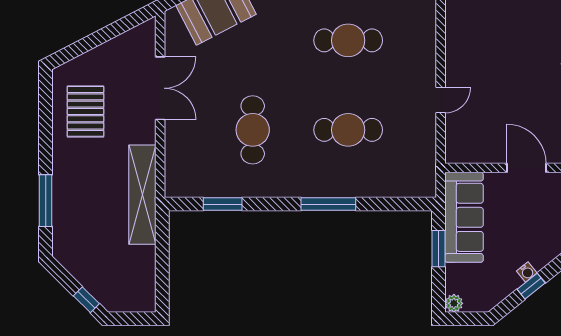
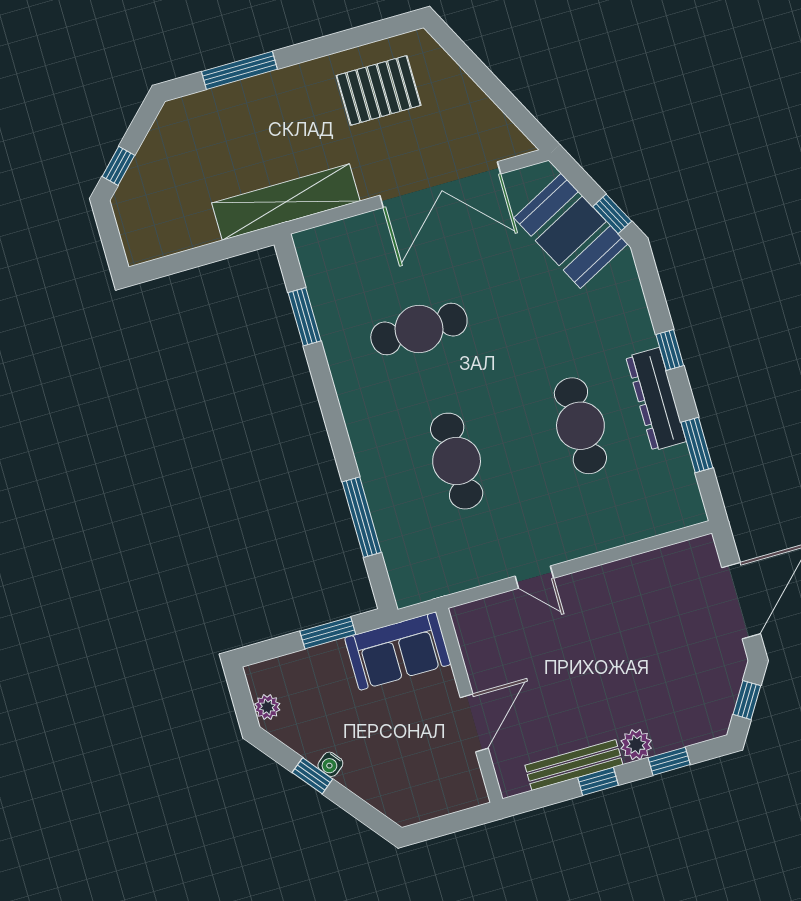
double door: (160, 88) -> (440, 185), width x1.36
window: (328, 204) -> (362, 517), moved
sofa: (464, 217) -> (398, 651), width x0.73
plant: (454, 303) -> (267, 707), moved

